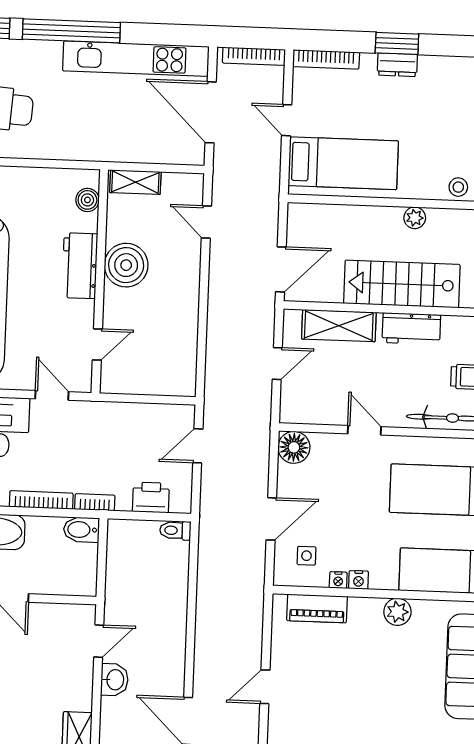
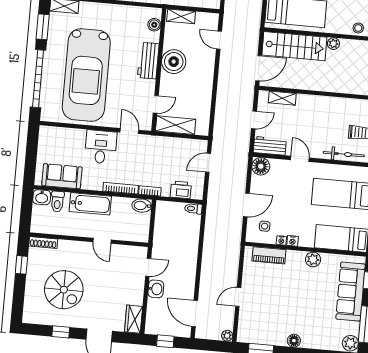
stairs: (402, 284) -> (294, 46), moved, turned 180
shelving: (339, 326) -> (282, 98), width x0.67, depth x0.75
workbench: (411, 329) -> (270, 146), moved, turned 180
shelving: (135, 381) -> (176, 125), added

